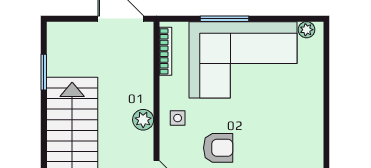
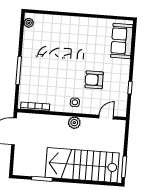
corner sofa: (243, 60) -> (44, 61), removed
armchair: (218, 148) -> (94, 80), turned -90

